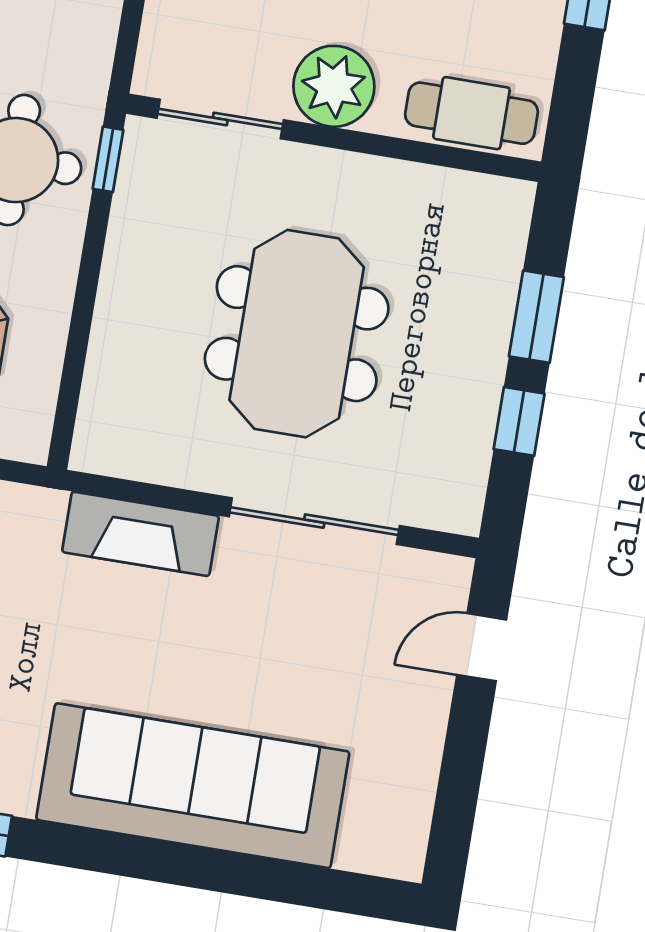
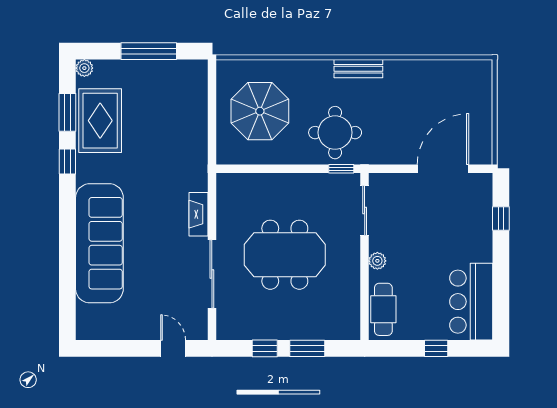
plant: (334, 86) -> (377, 261), width x0.53, depth x0.53
fireplace: (140, 534) -> (198, 214), width x0.73, depth x0.76

